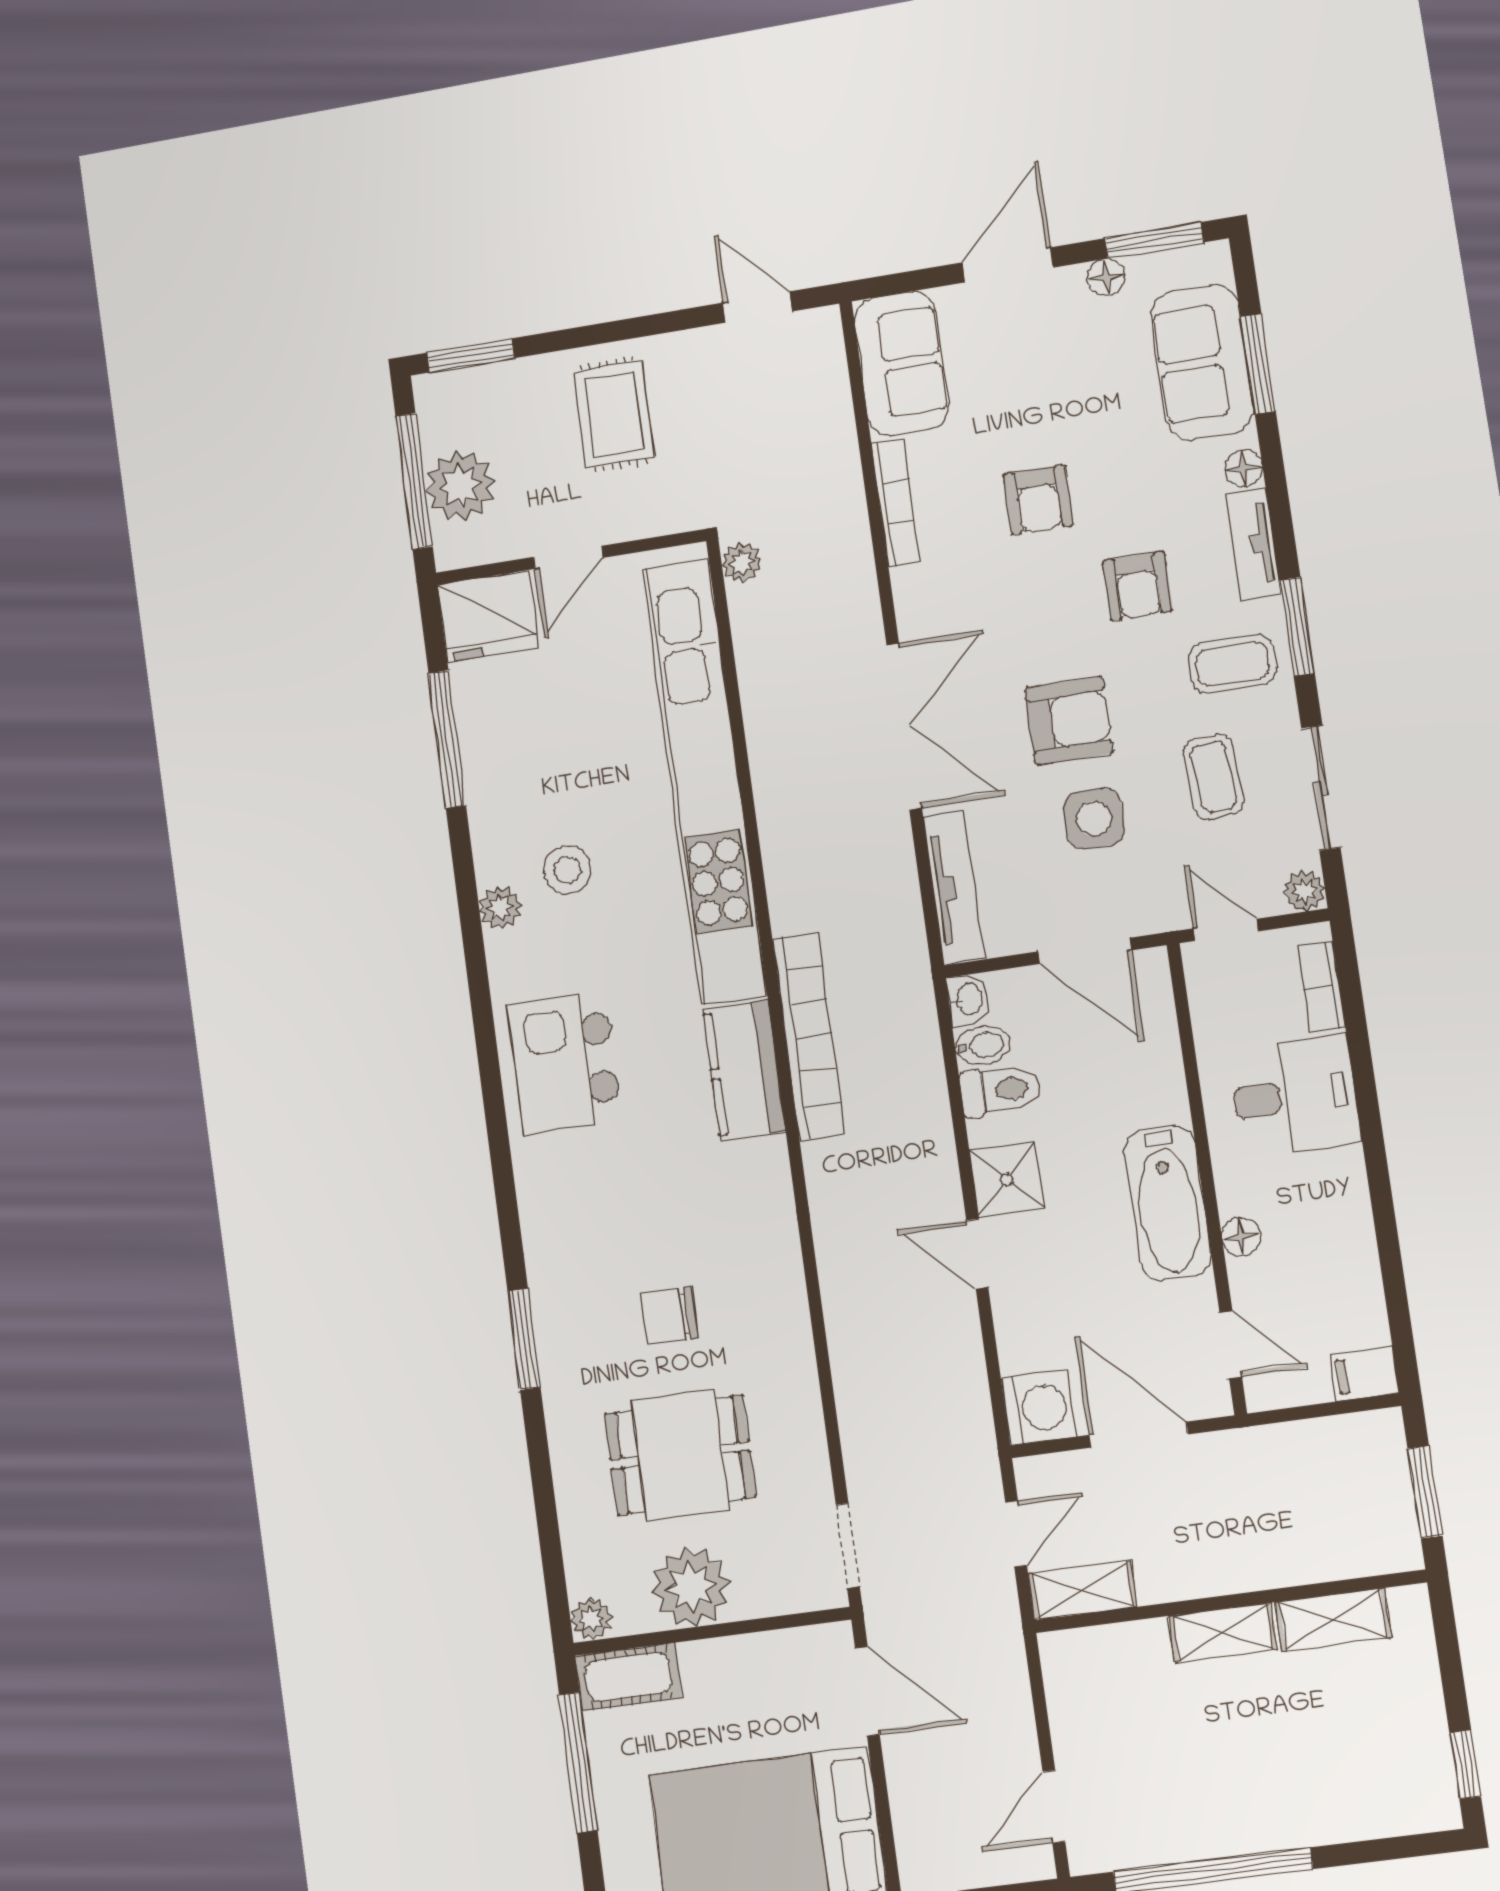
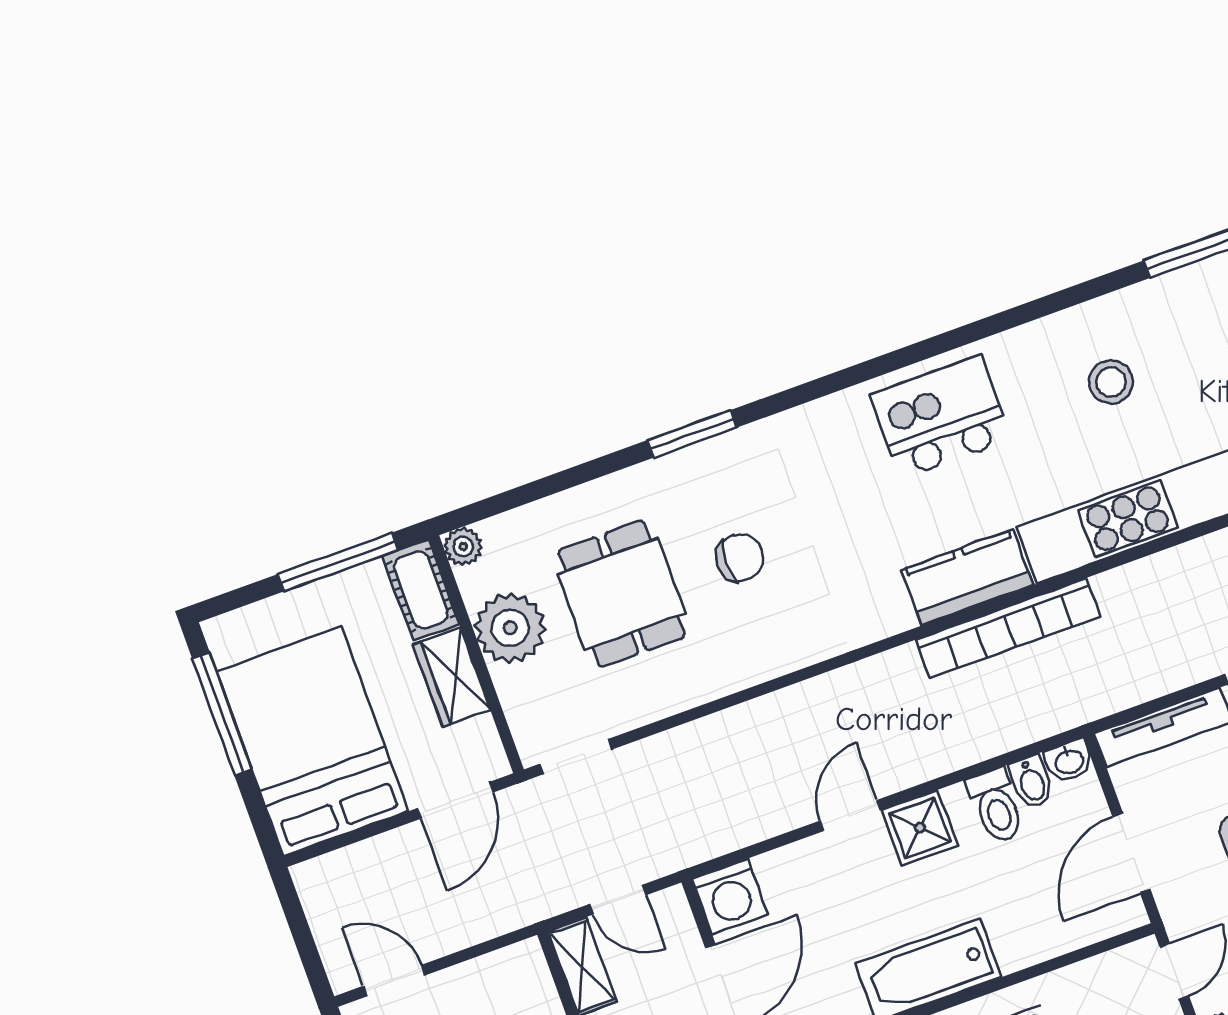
plant: (500, 908) -> (1066, 329), removed
chair: (669, 1316) -> (740, 558), turned 90
wardrobe: (731, 1664) -> (452, 677), added

